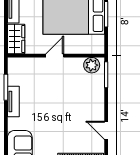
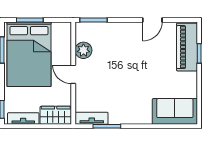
plant: (92, 65) -> (83, 50), moved
tv unit: (13, 102) -> (92, 118), moved

